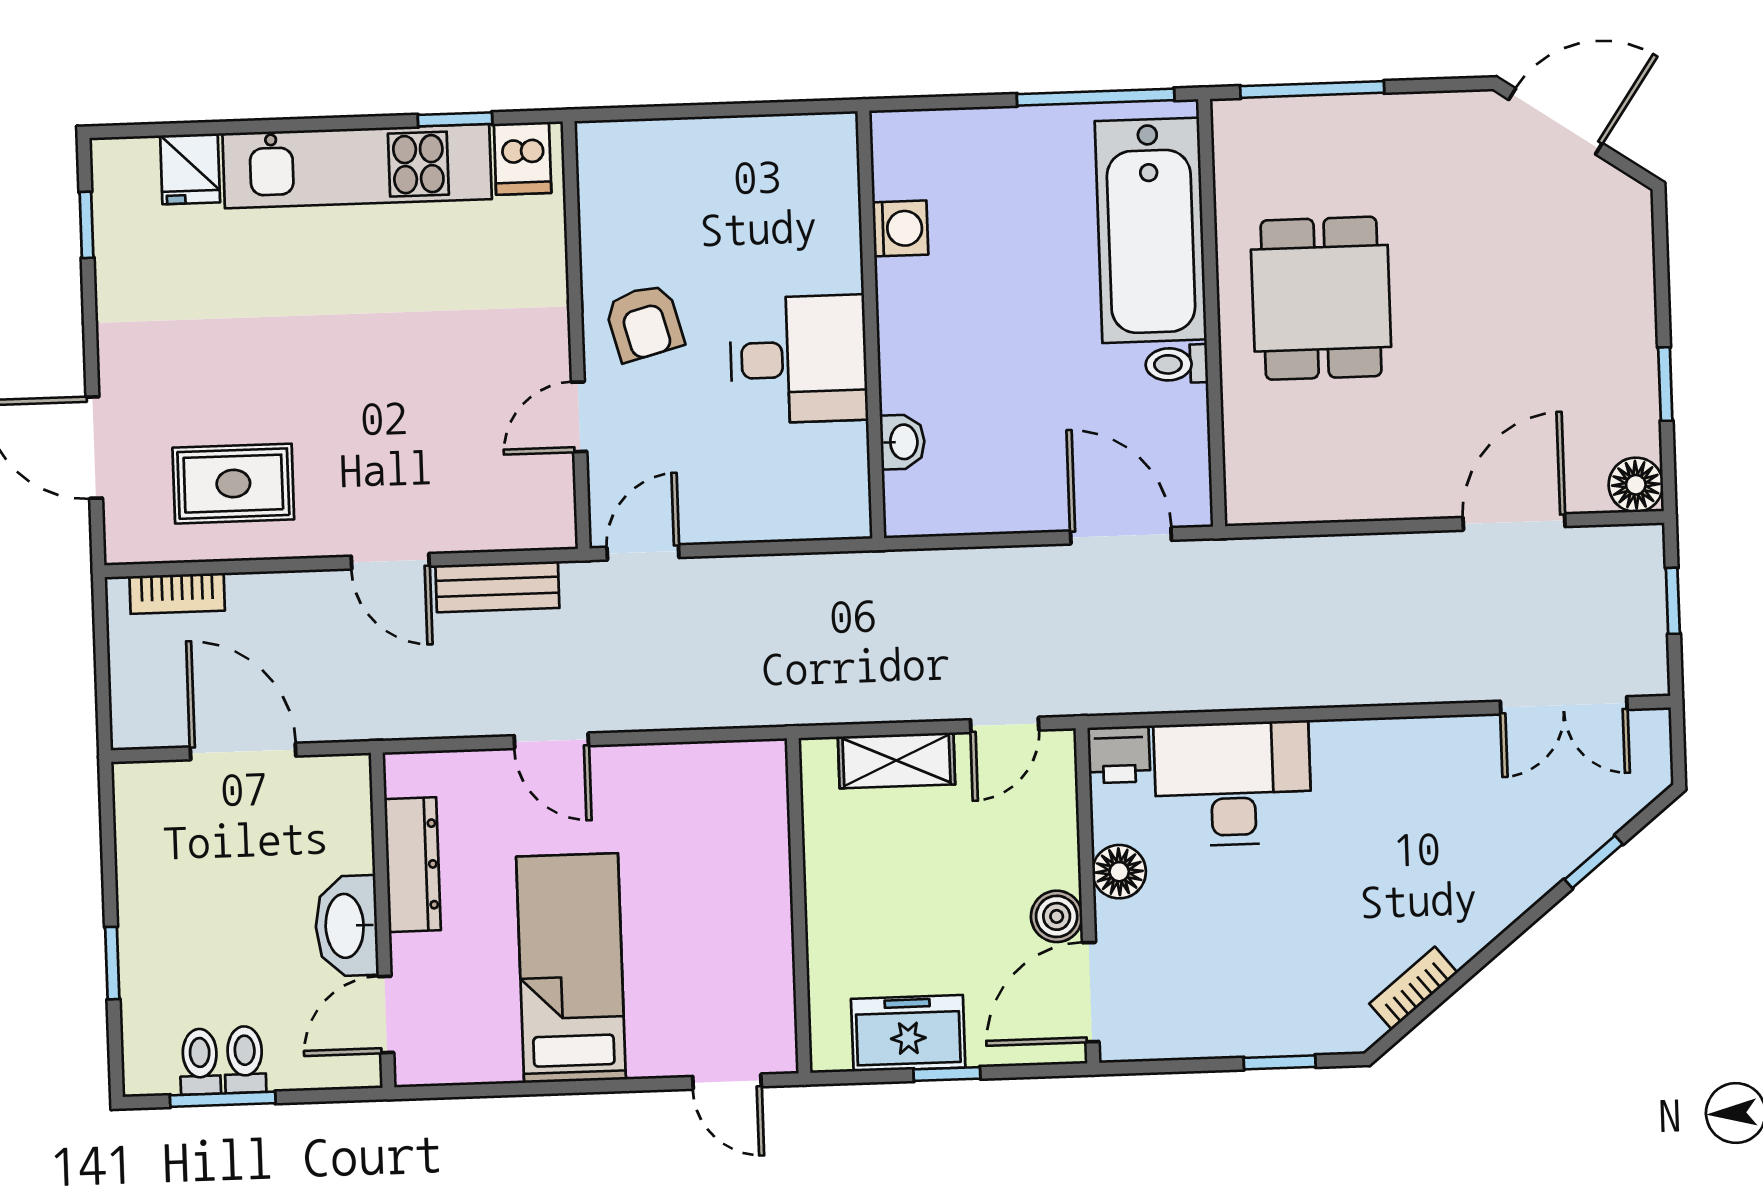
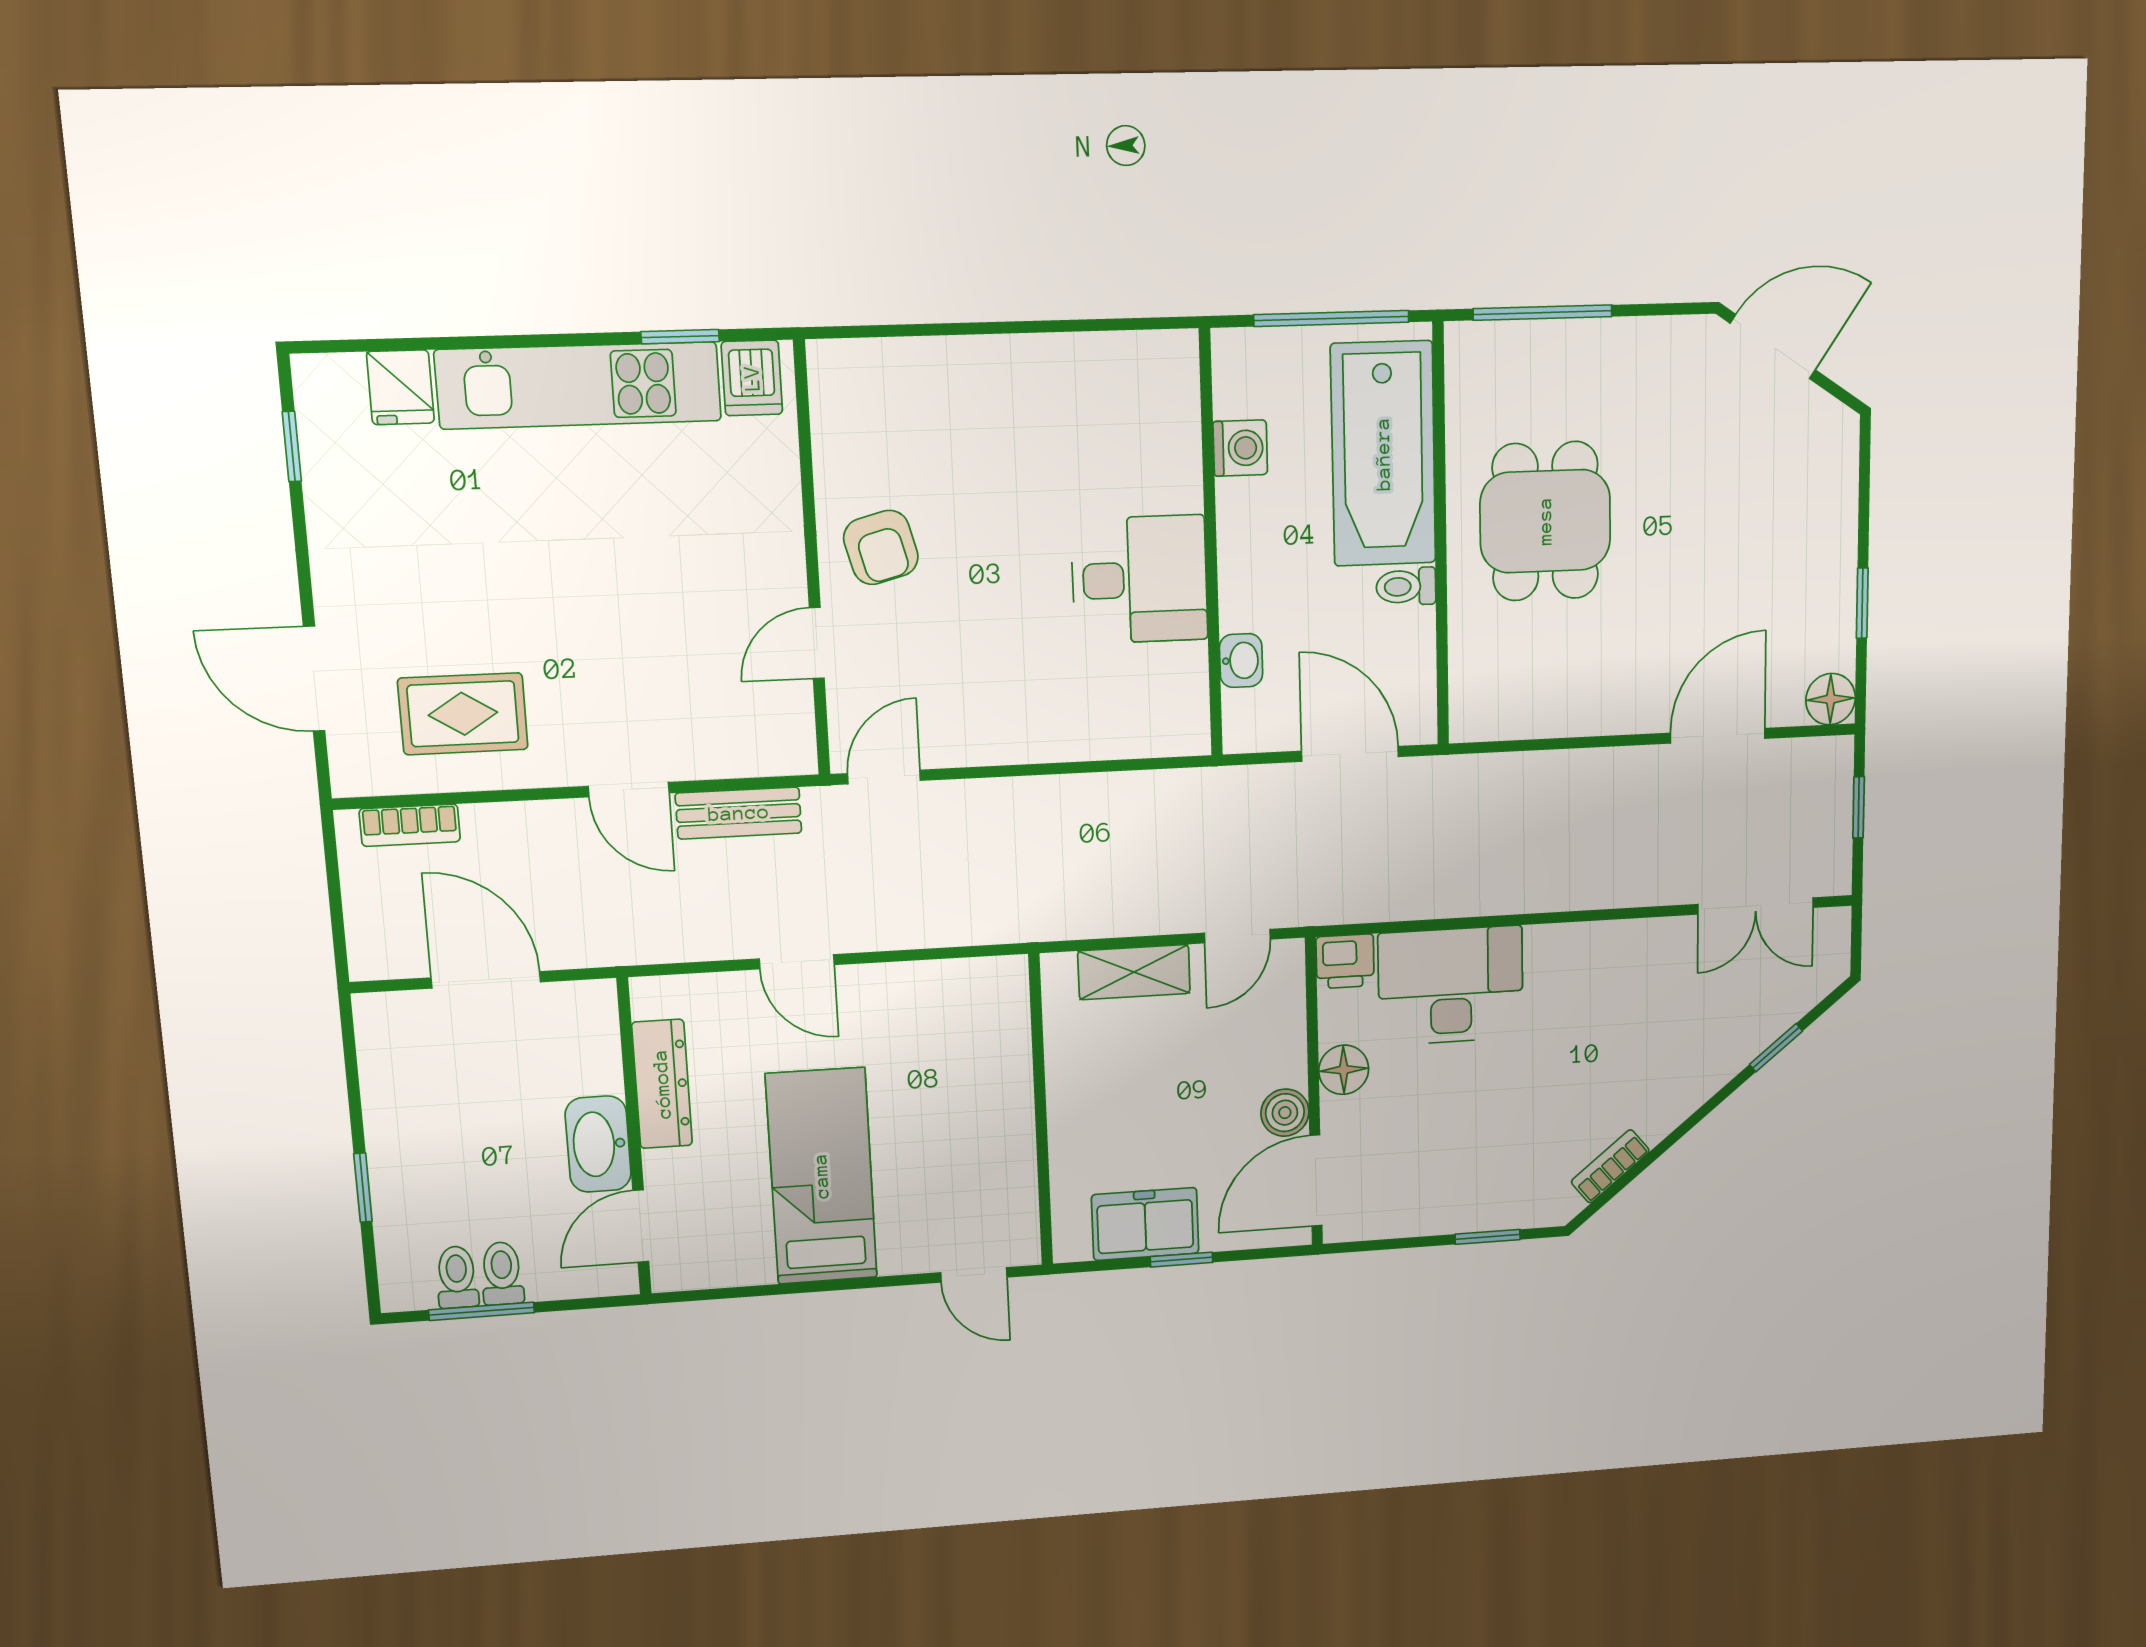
washing machine: (900, 228) -> (1240, 448), moved
wall: (871, 325) -> (1211, 545), moved
desk: (799, 359) -> (1140, 580), moved
washbasin: (903, 442) -> (1241, 661), moved

